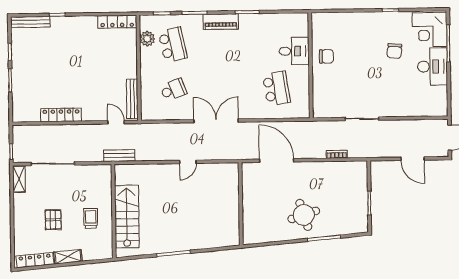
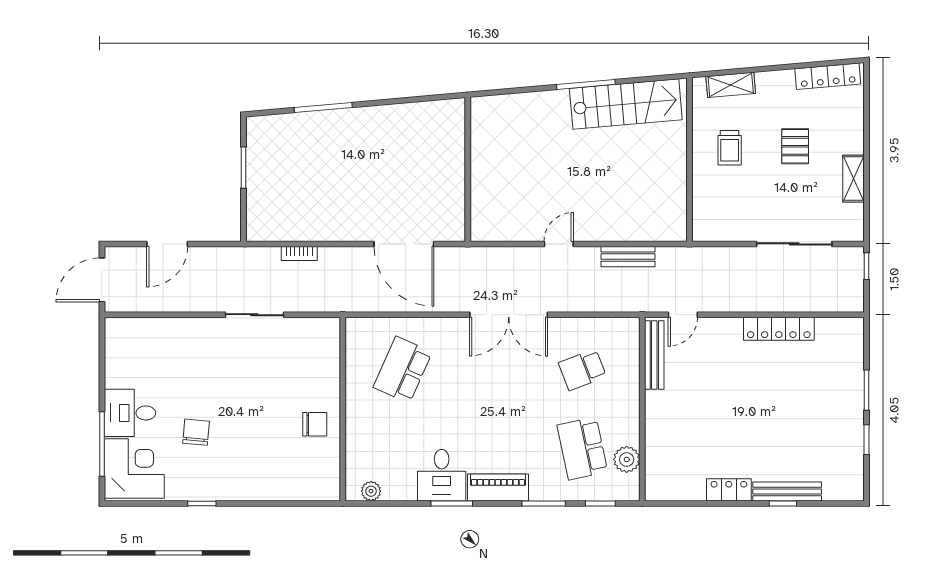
plant: (294, 19) -> (371, 491), added
bench: (30, 22) -> (787, 492), moved
locker: (117, 22) -> (729, 490), moved, width x0.66
desk: (294, 51) -> (442, 475), moved, turned -90
chair: (326, 56) -> (315, 424), turned 180
desk: (433, 67) -> (130, 413), width x0.73
school desk: (276, 88) -> (403, 370), turned 33
door: (116, 122) -> (683, 315), hinge flipped
bench: (119, 156) -> (628, 257), moved
door: (412, 159) -> (167, 244), swing flipped
shelving: (19, 179) -> (854, 179), moved
round table: (304, 215) -> (358, 149), removed
stairs: (127, 217) -> (626, 104), moved, turned -95
shelving: (68, 257) -> (731, 85), moved

